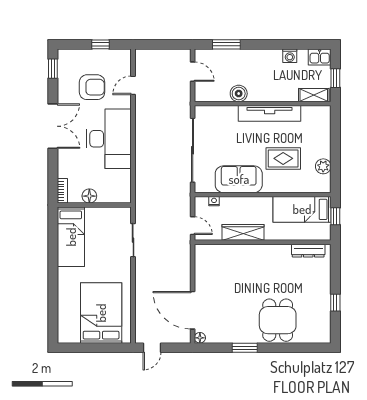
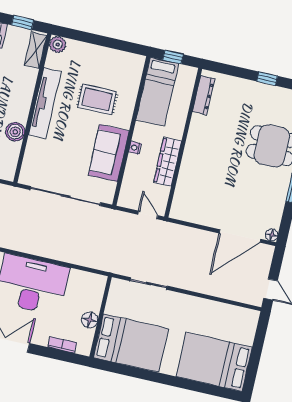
rug: (283, 158) -> (97, 99), turned 90
plant: (323, 166) -> (58, 45), moved
bookcase: (62, 191) -> (62, 345), moved
nightstand: (214, 201) -> (135, 148), moved
door: (193, 226) -> (148, 215), hinge flipped
bed: (71, 237) -> (131, 343), width x1.50
bed: (101, 313) -> (214, 362), moved

